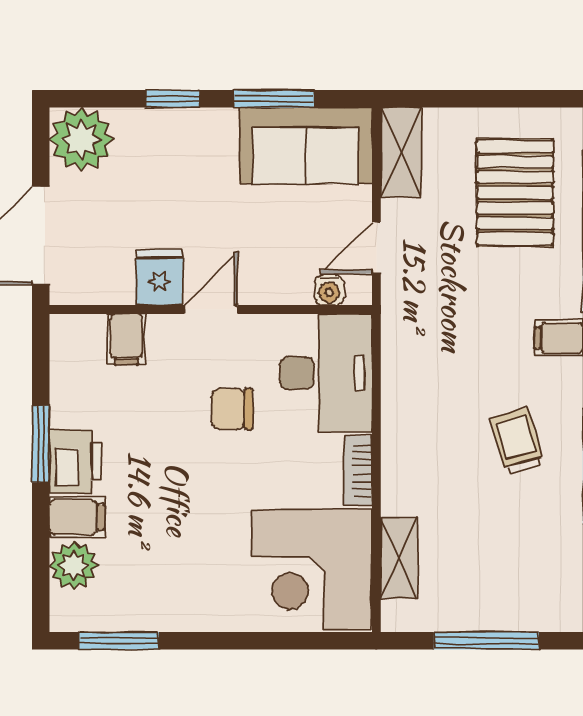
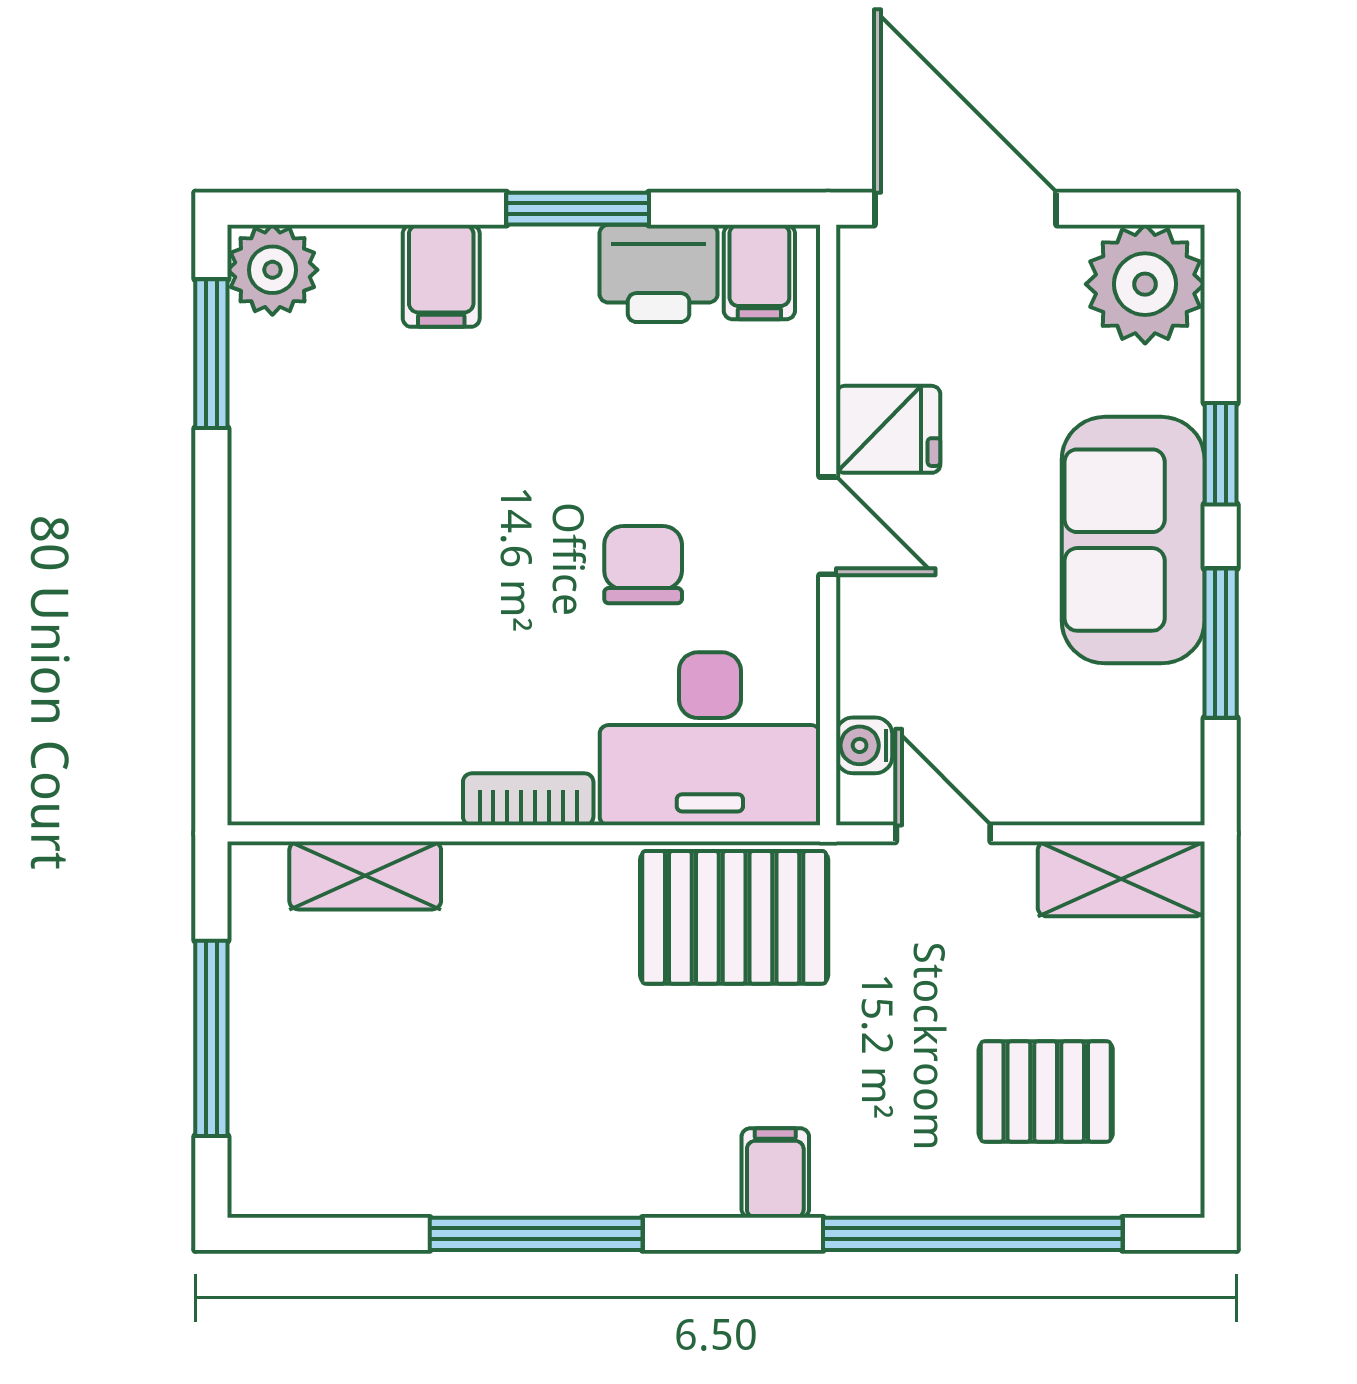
sofa: (306, 146) -> (1133, 540), moved
pallet: (515, 193) -> (1046, 1091), width x0.67, depth x0.71
filing cabinet: (127, 339) -> (759, 272), moved, turned -90
pallet: (421, 360) -> (734, 917), added
trolley: (517, 441) -> (583, 1096), removed
printer: (76, 462) -> (659, 273), moved
plant: (74, 566) -> (272, 270), moved
corner desk: (312, 569) -> (344, 713), removed

